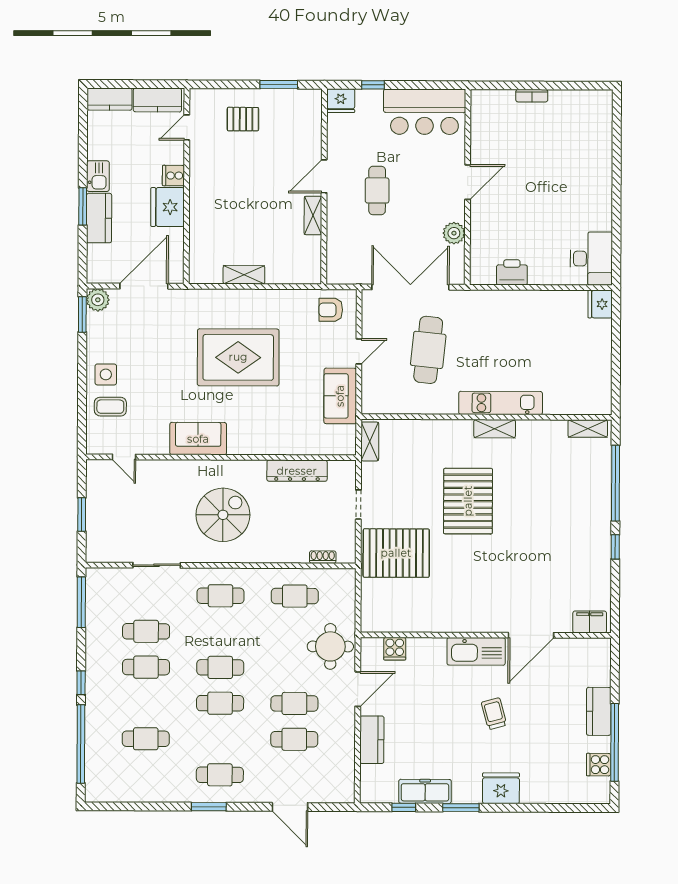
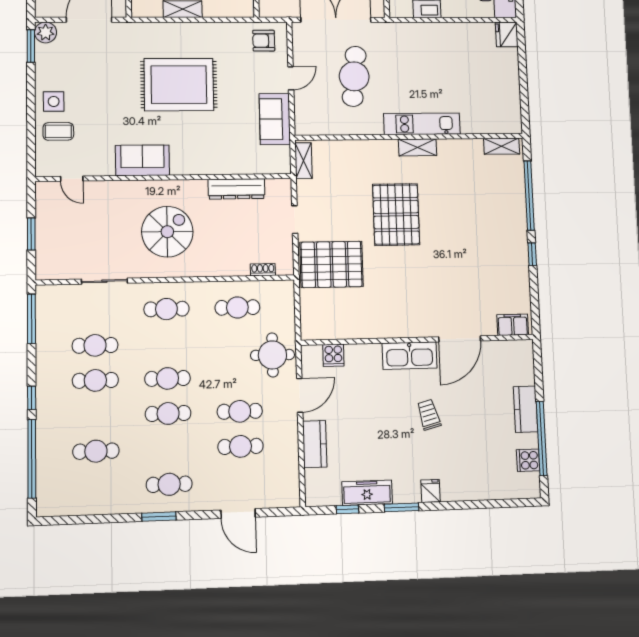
fridge: (501, 788) -> (431, 491), width x0.53, depth x0.75

